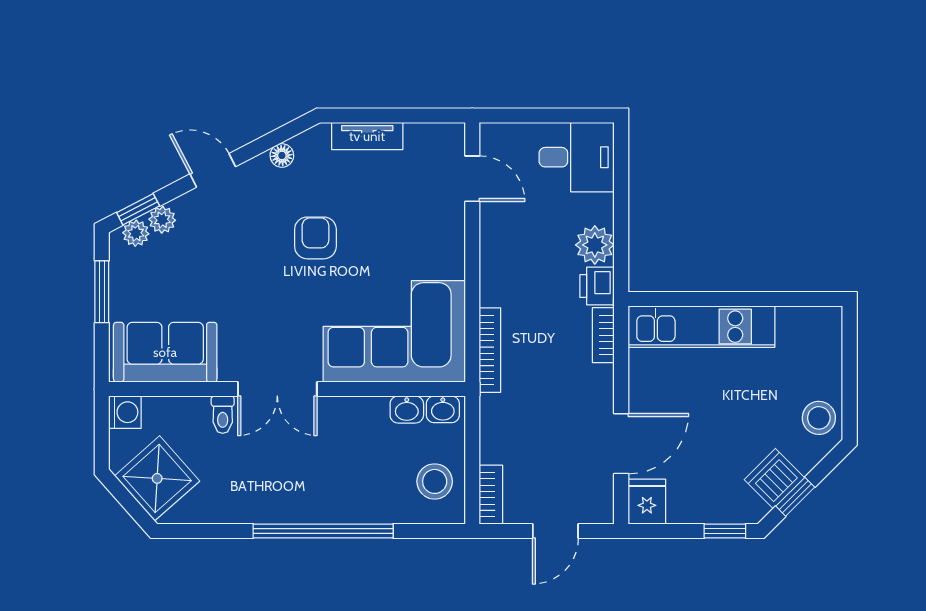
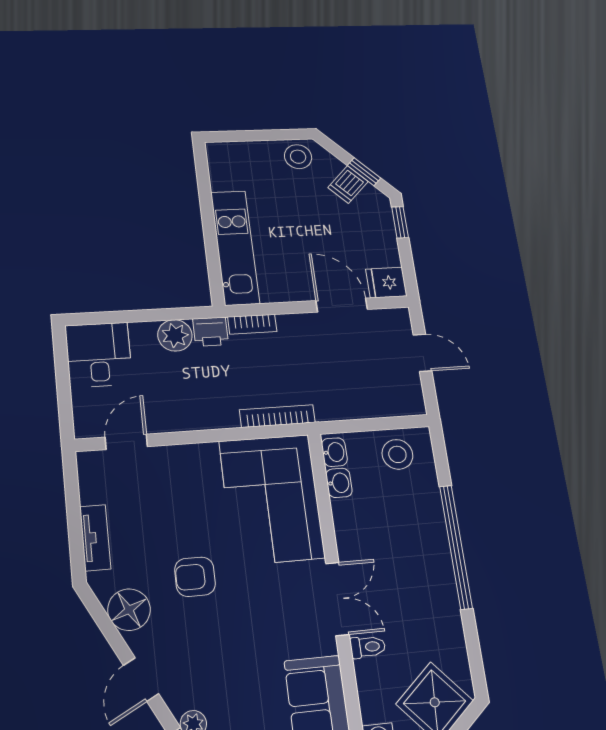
floor lamp: (282, 155) -> (129, 610), width x1.89, depth x1.89
dishwasher: (774, 479) -> (348, 184), width x0.73
bookcase: (491, 495) -> (401, 407), removed

